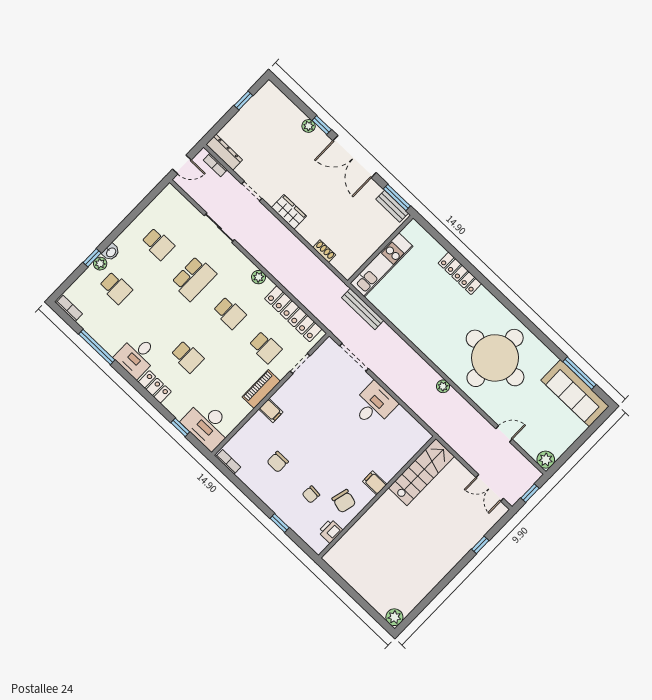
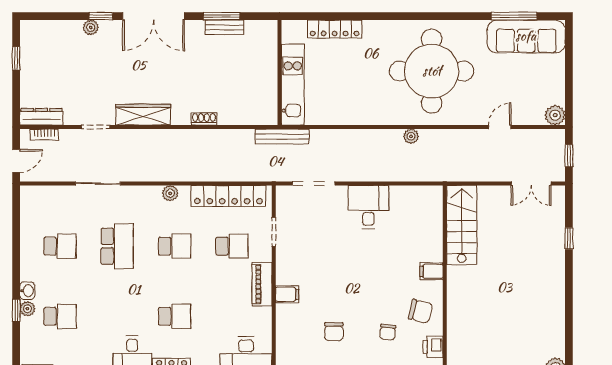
wardrobe: (289, 212) -> (143, 115), width x1.50
wall: (380, 249) -> (279, 73), moved
kitchen unit: (382, 265) -> (293, 85), moved

